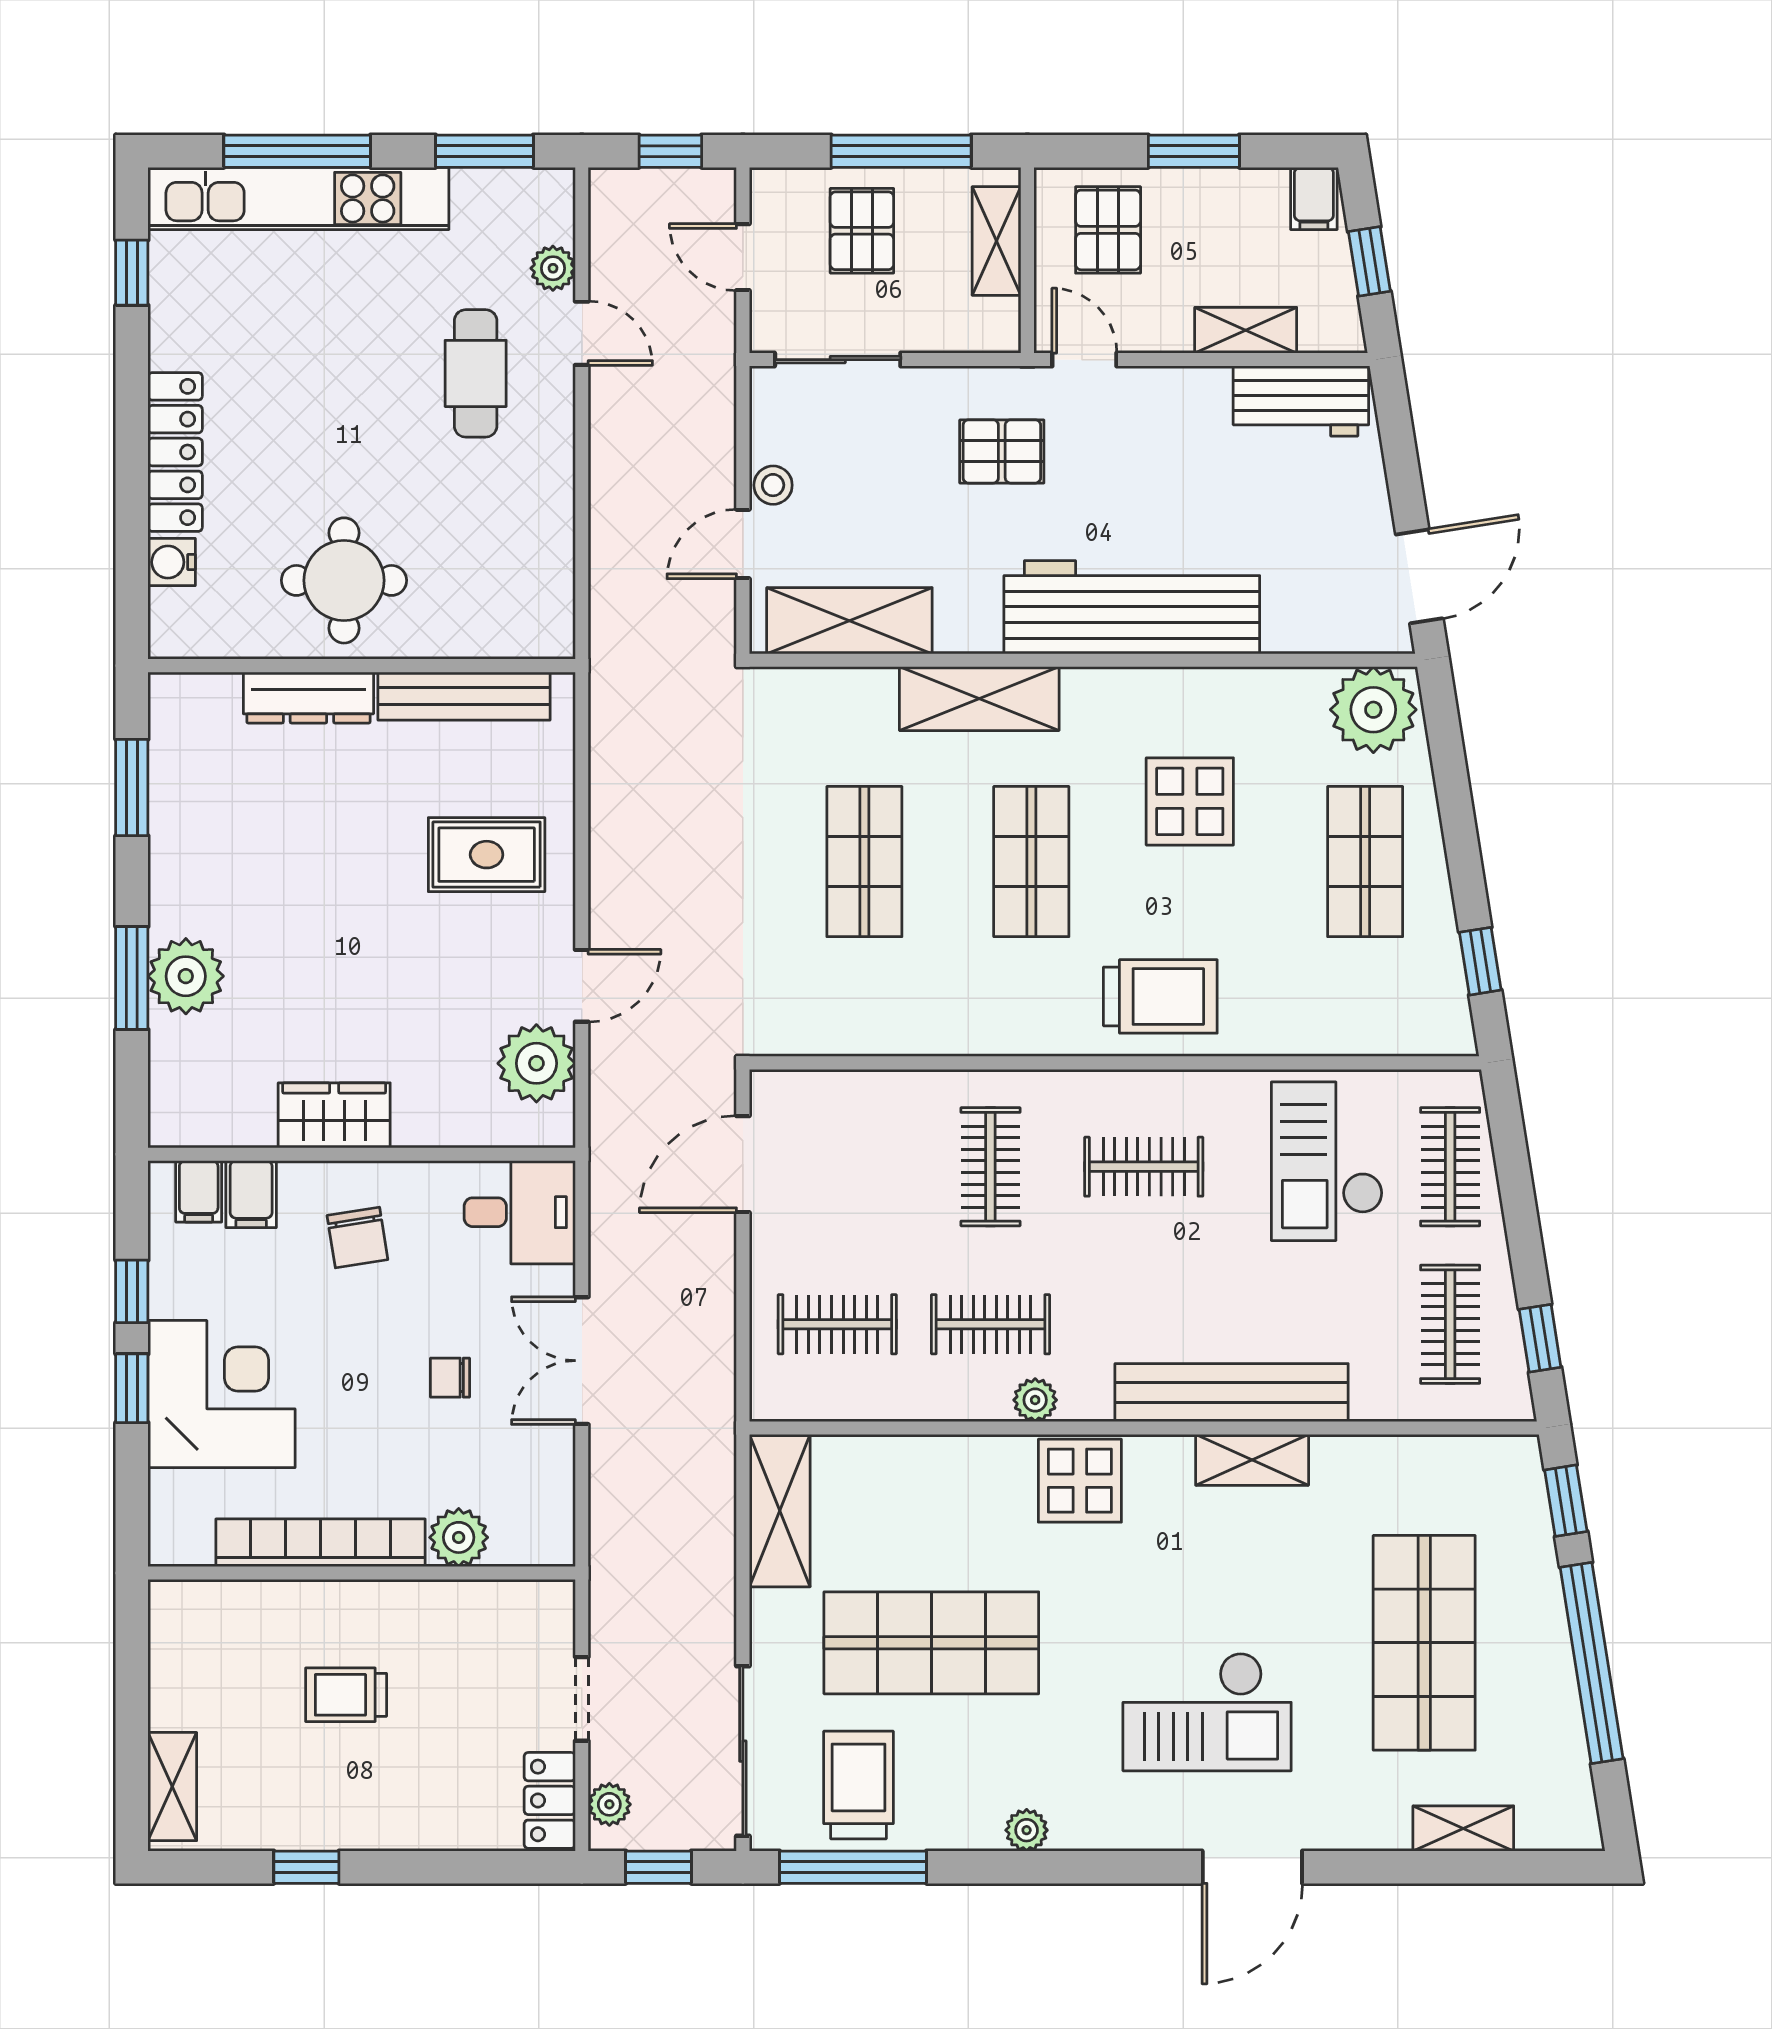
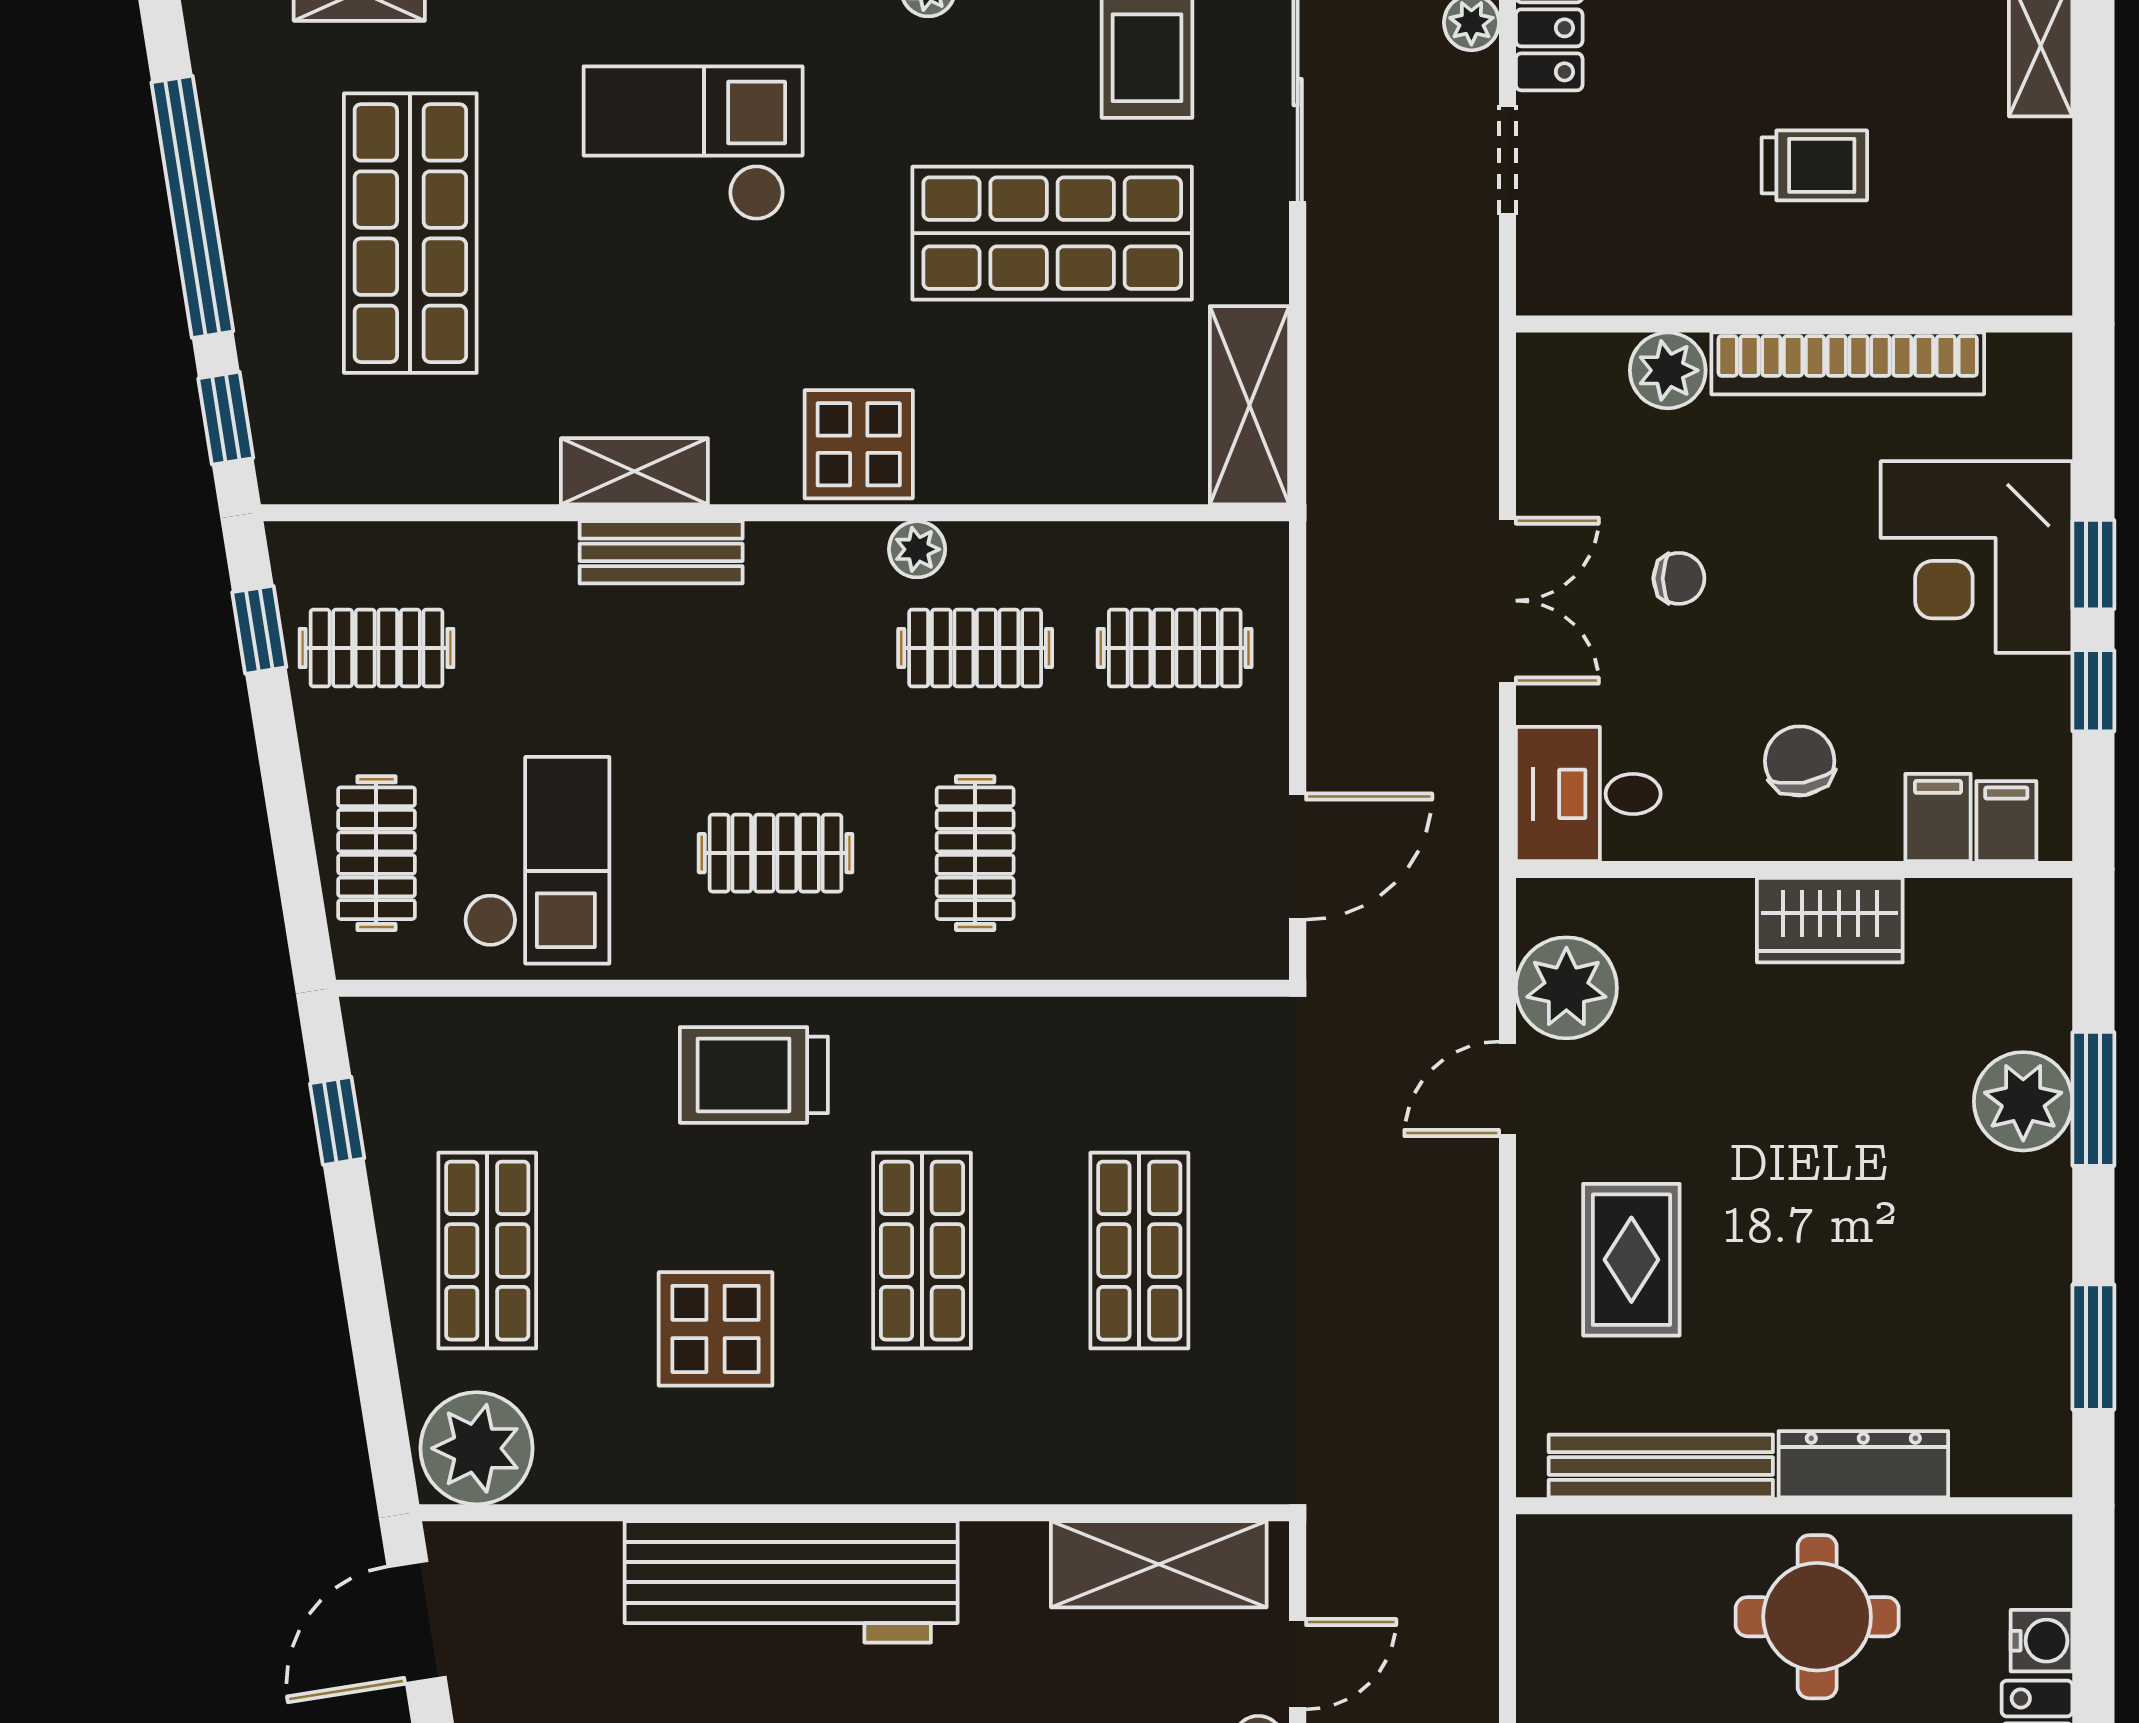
shelving: (979, 699) -> (990, 1463), removed
rug: (487, 855) -> (1631, 1260), turned 90
clothes rail: (1450, 1324) -> (376, 648), turned 90
bench: (1232, 1393) -> (661, 552), width x0.54, depth x0.82

